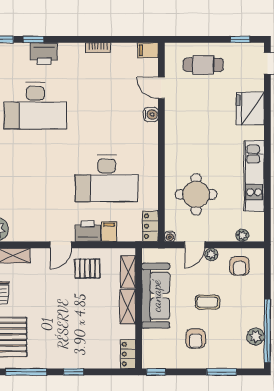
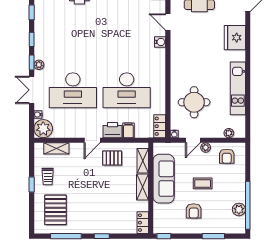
desk: (35, 106) -> (73, 90), moved

